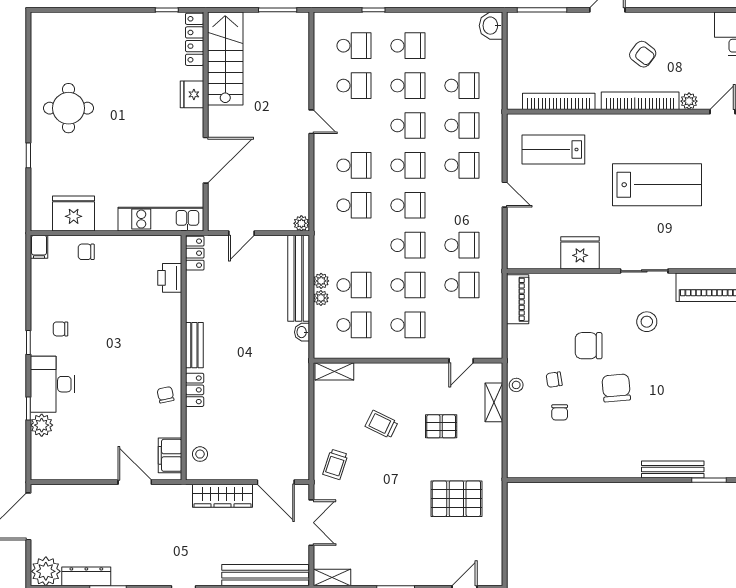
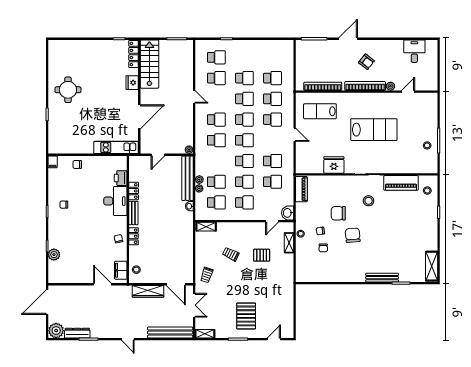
washbasin: (491, 26) -> (288, 213), moved
school desk: (408, 46) -> (244, 57), removed
fridge: (74, 214) -> (71, 145), removed
locker: (195, 253) -> (134, 191), moved
desk: (52, 384) -> (115, 201), moved, turned 180
pallet: (456, 499) -> (246, 316), moved, turned 90

